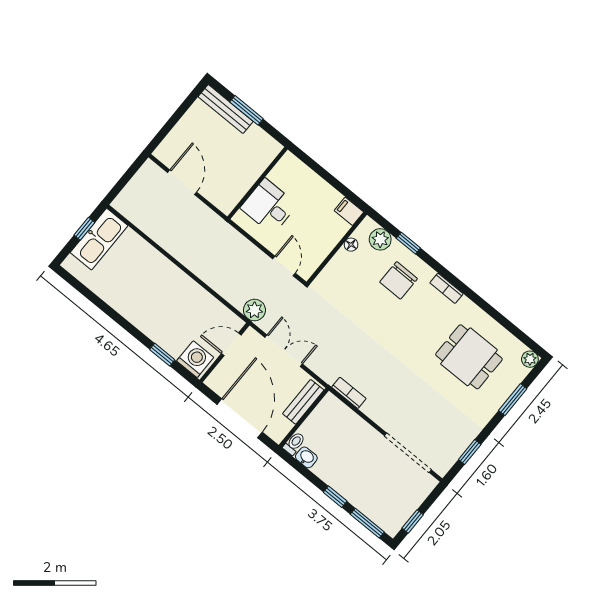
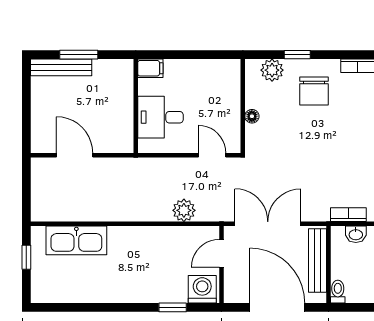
filing cabinet: (349, 211) -> (150, 68), moved, turned 180
kitchen sink: (99, 239) -> (76, 240), moved, turned 90
floor lamp: (351, 245) -> (252, 116), moved
plant: (254, 310) -> (184, 210), moved
double door: (284, 351) -> (268, 224), width x1.37
bench: (303, 402) -> (317, 261), width x1.36
washbasin: (306, 457) -> (356, 234), moved, turned 180

